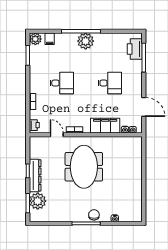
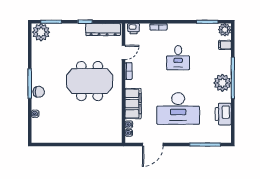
printer: (135, 49) -> (223, 114), moved, turned -90
desk: (110, 83) -> (178, 108), width x1.87, depth x1.30
dresser: (35, 175) -> (103, 30), moved
plant: (38, 201) -> (41, 32), moved

